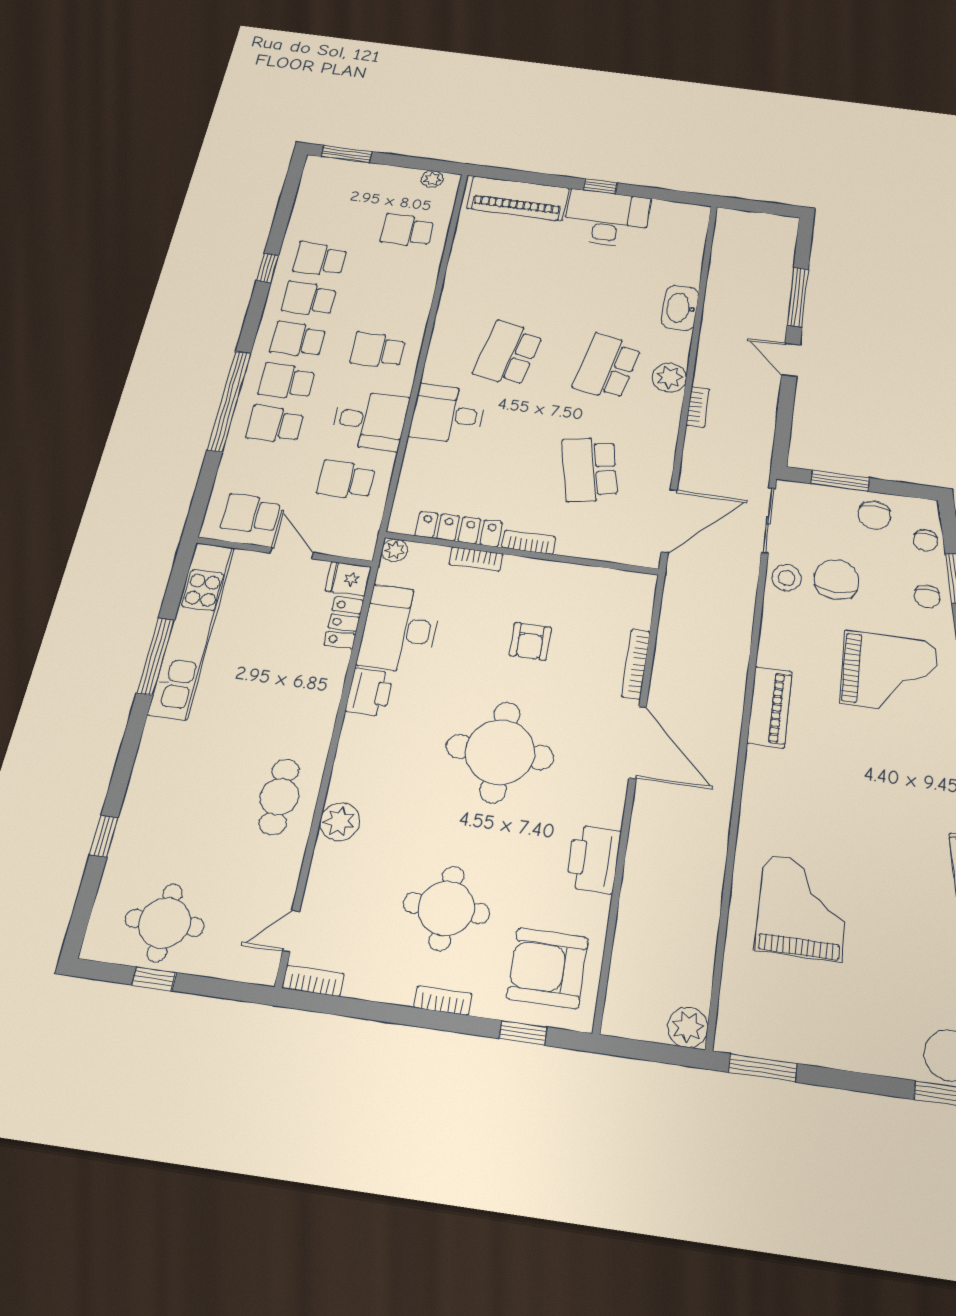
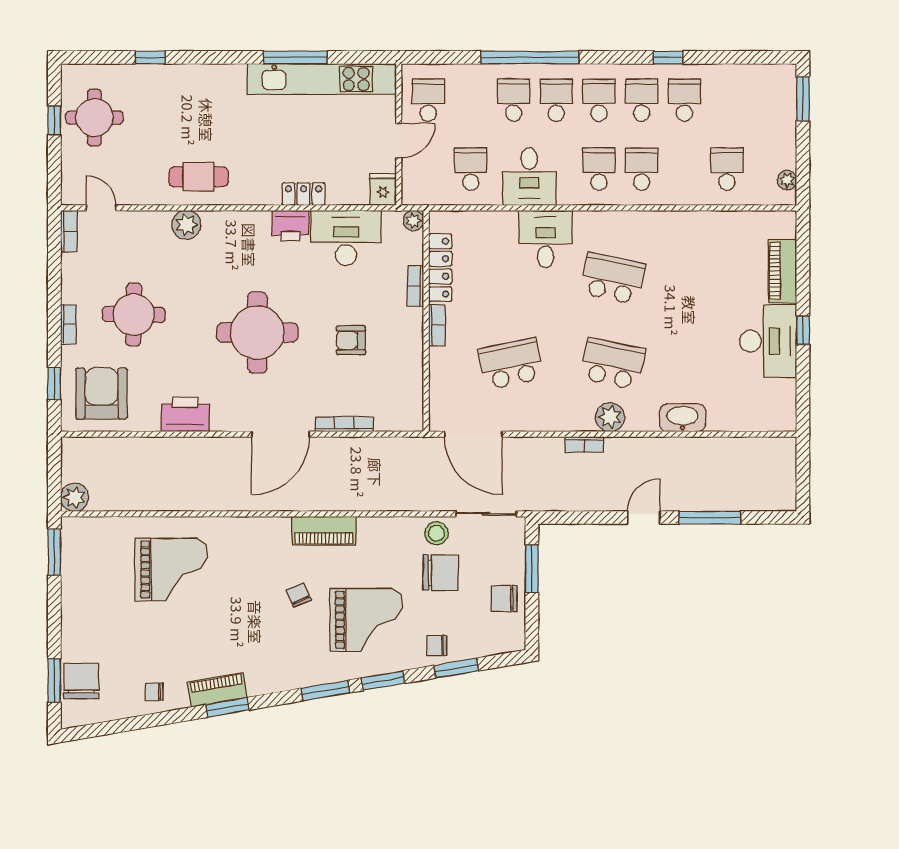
piano: (518, 198) -> (783, 271), width x0.73, depth x0.75
school desk: (388, 309) -> (642, 169), added
chair: (925, 540) -> (299, 595), moved, turned 66
locker: (344, 623) -> (304, 194), moved
grand piano: (889, 673) -> (366, 620), turned -90

